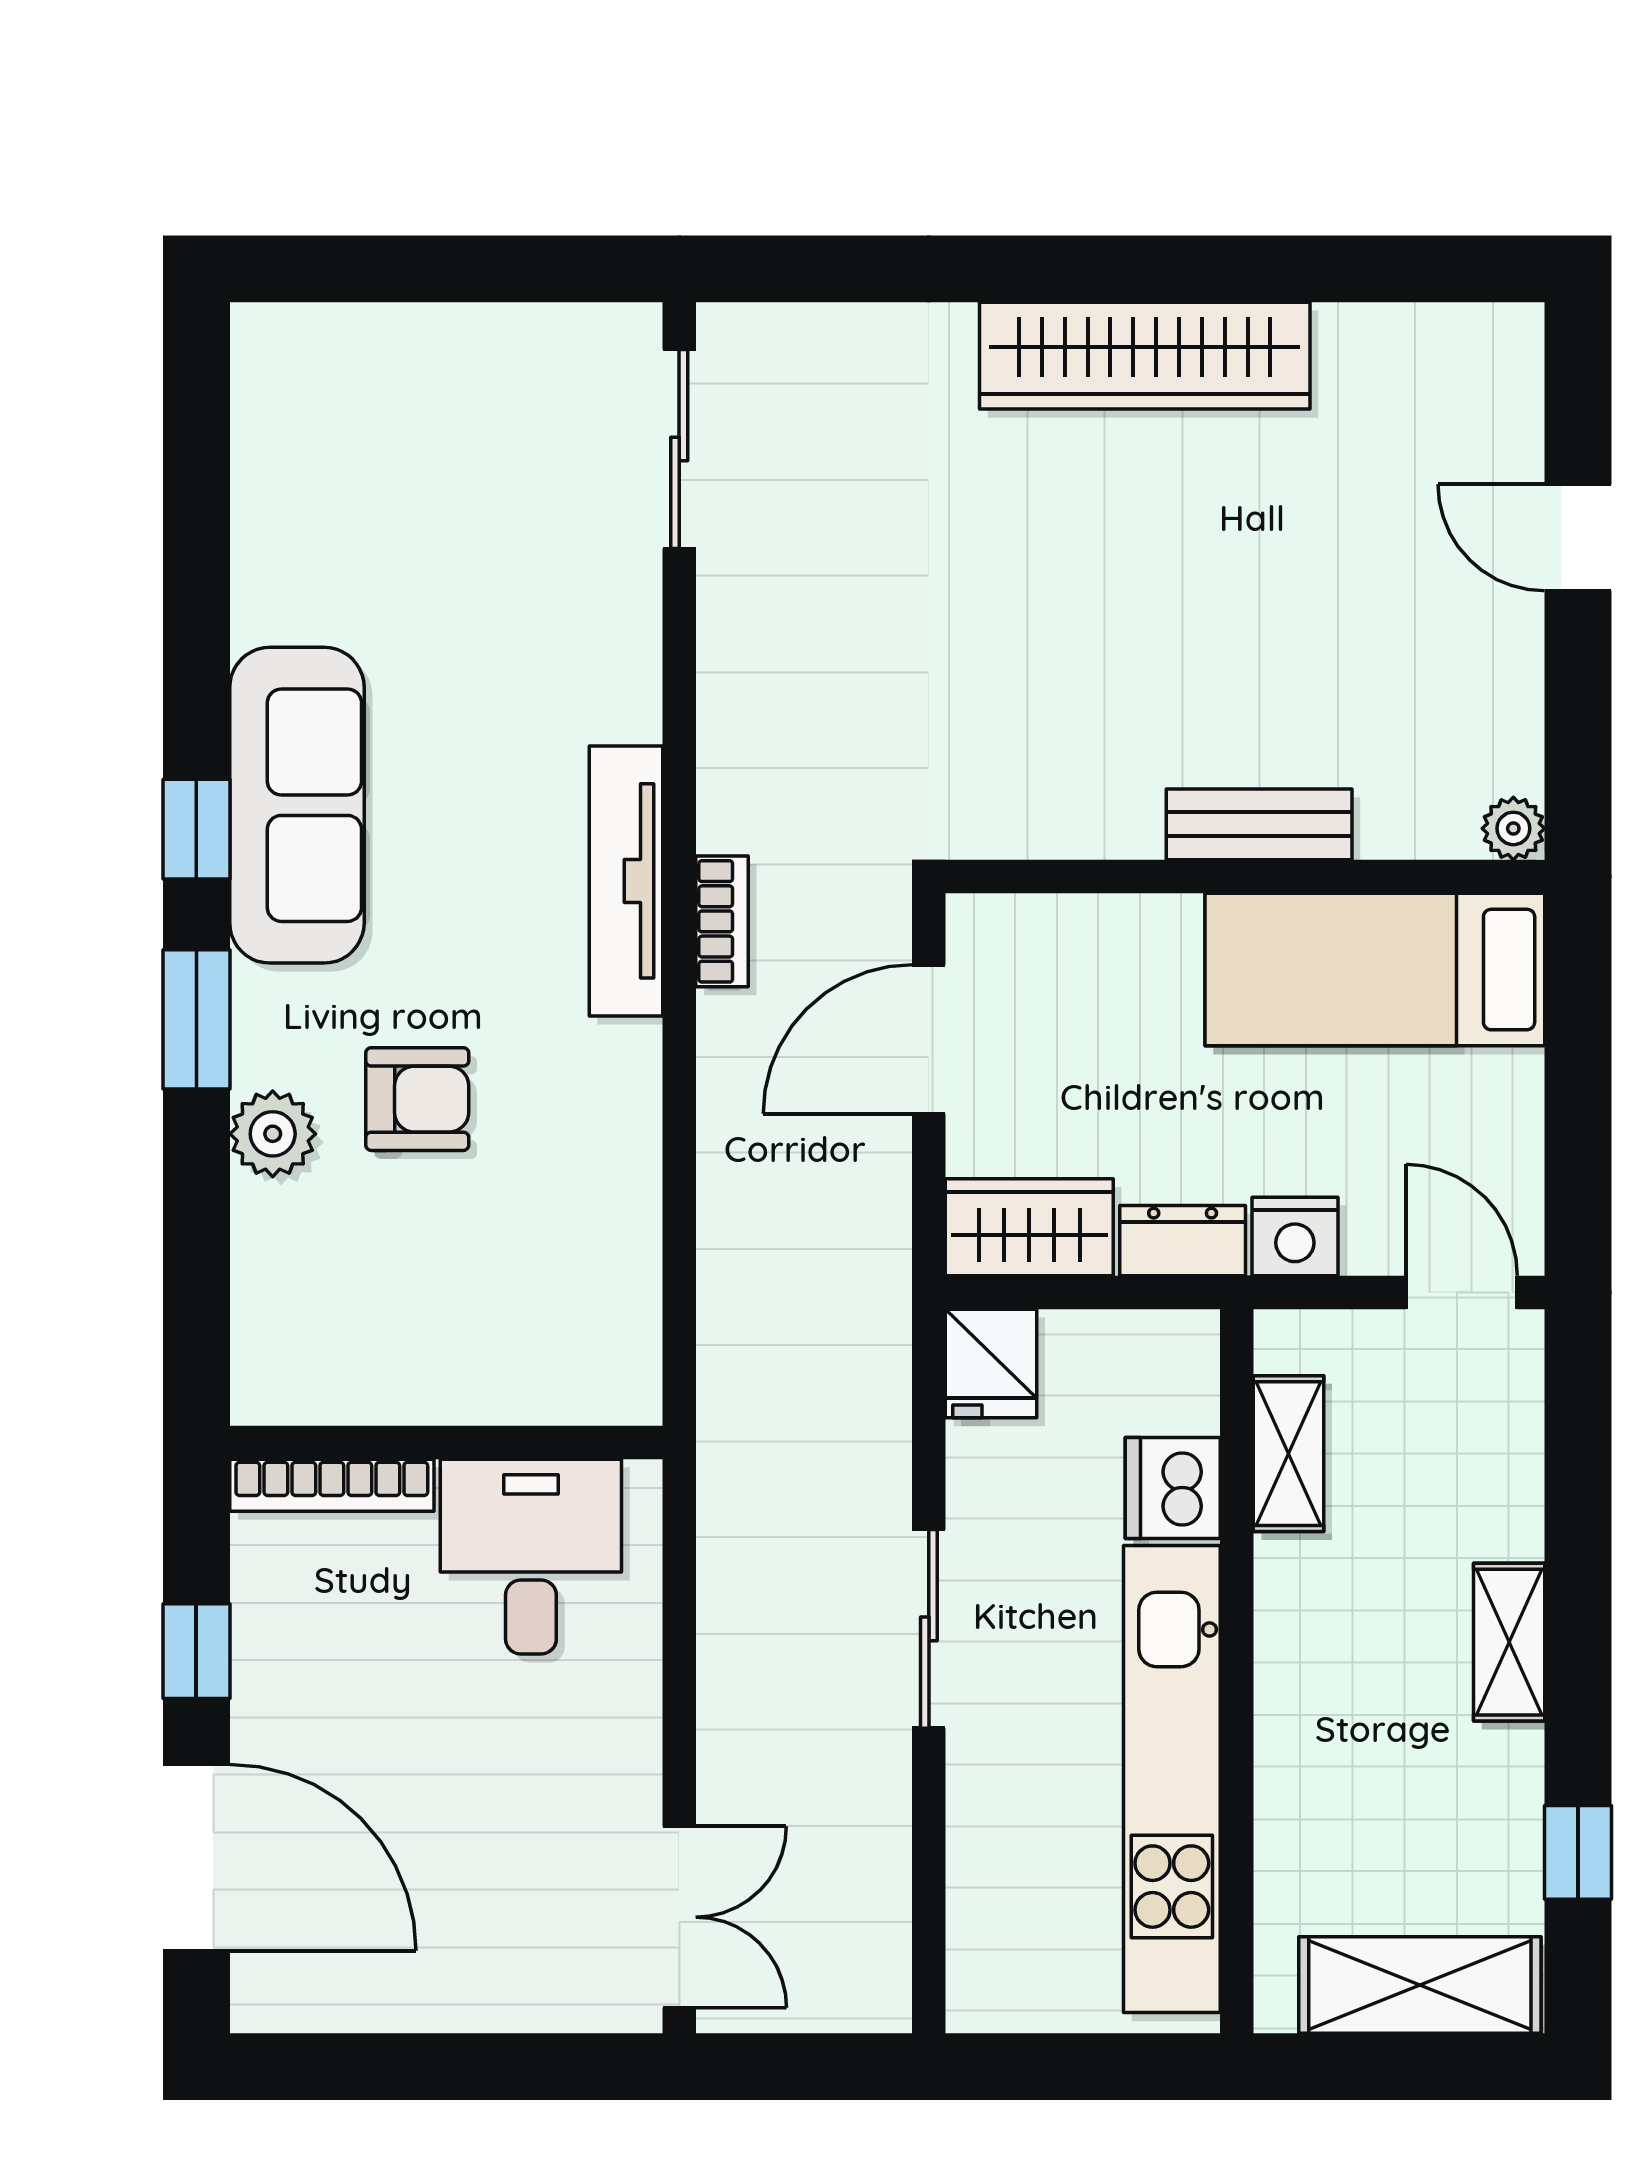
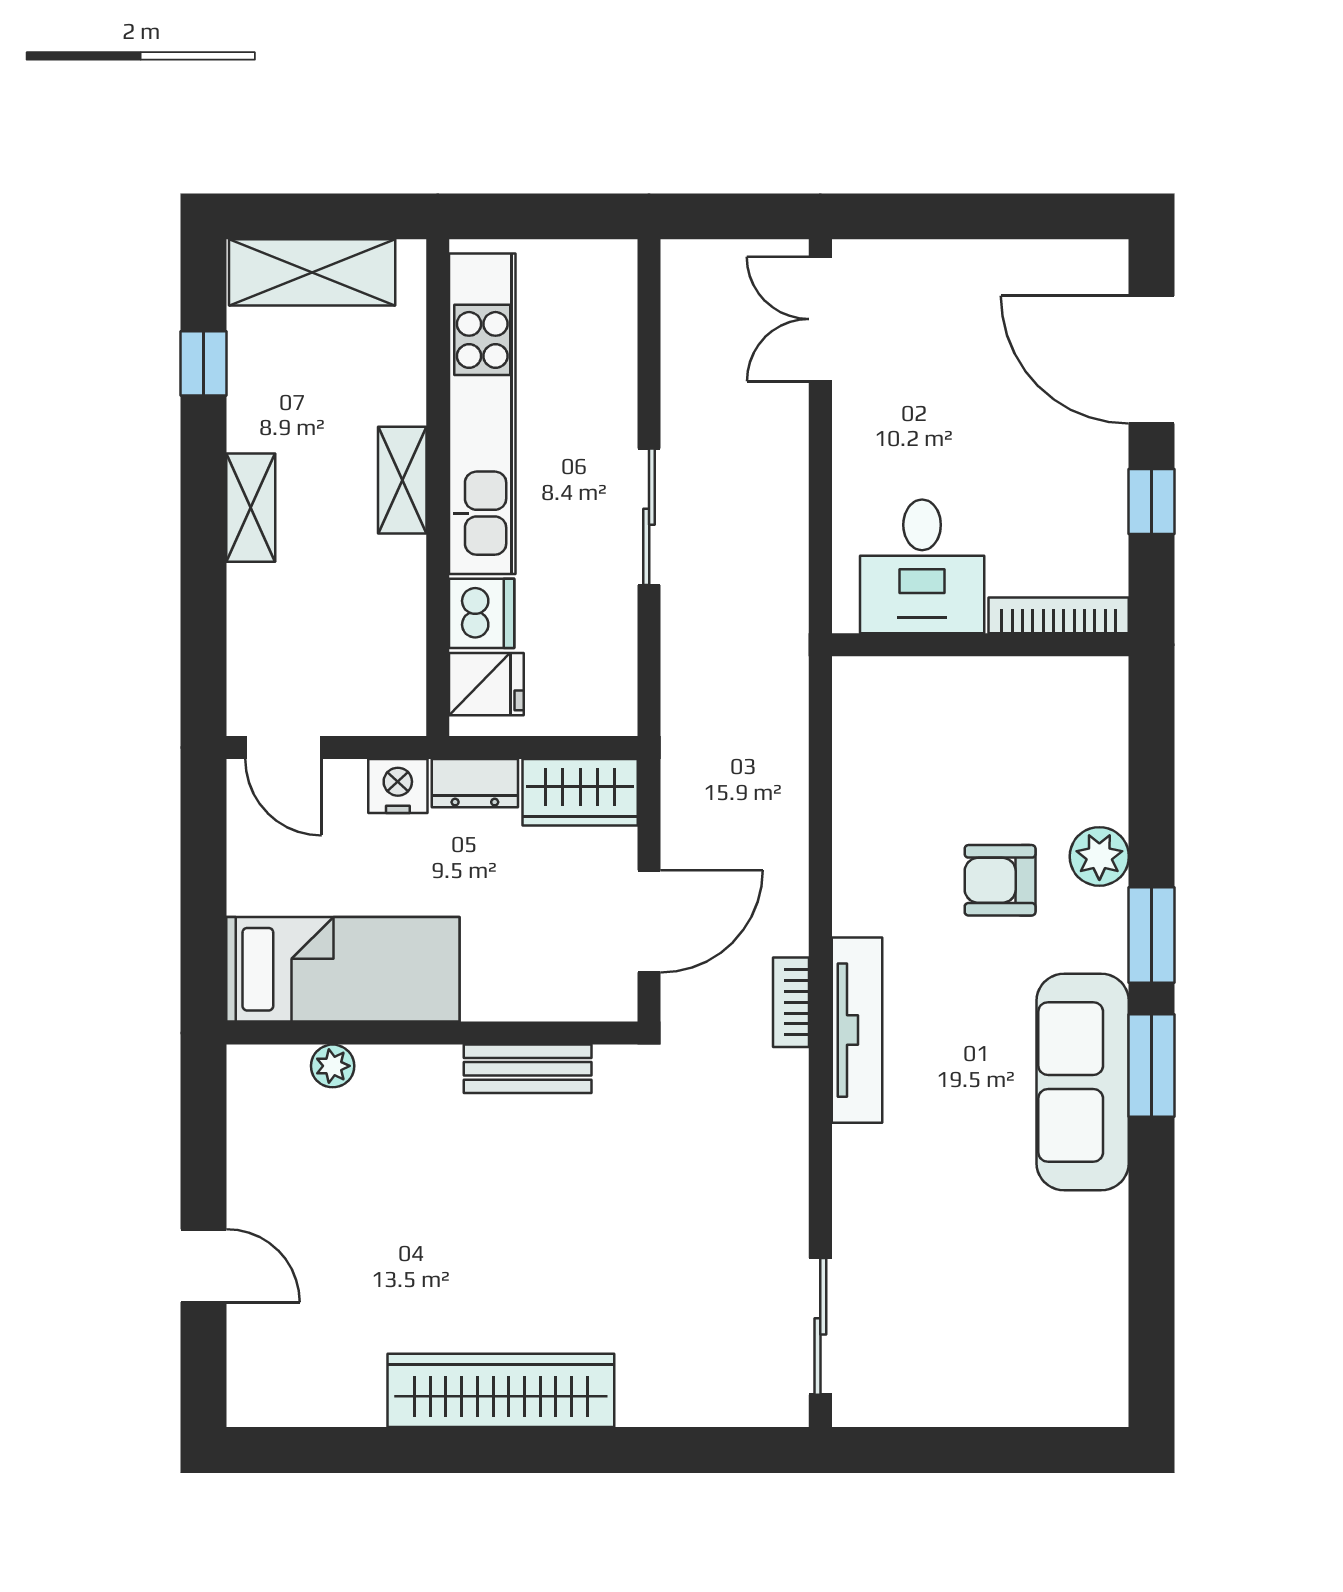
bench: (1259, 824) -> (528, 1069), moved
plant: (1513, 828) -> (333, 1066), moved
window: (196, 829) -> (1152, 1066), width x1.50
fridge: (991, 1364) -> (486, 684), moved, turned 90
shelving: (1289, 1454) -> (402, 480), moved

